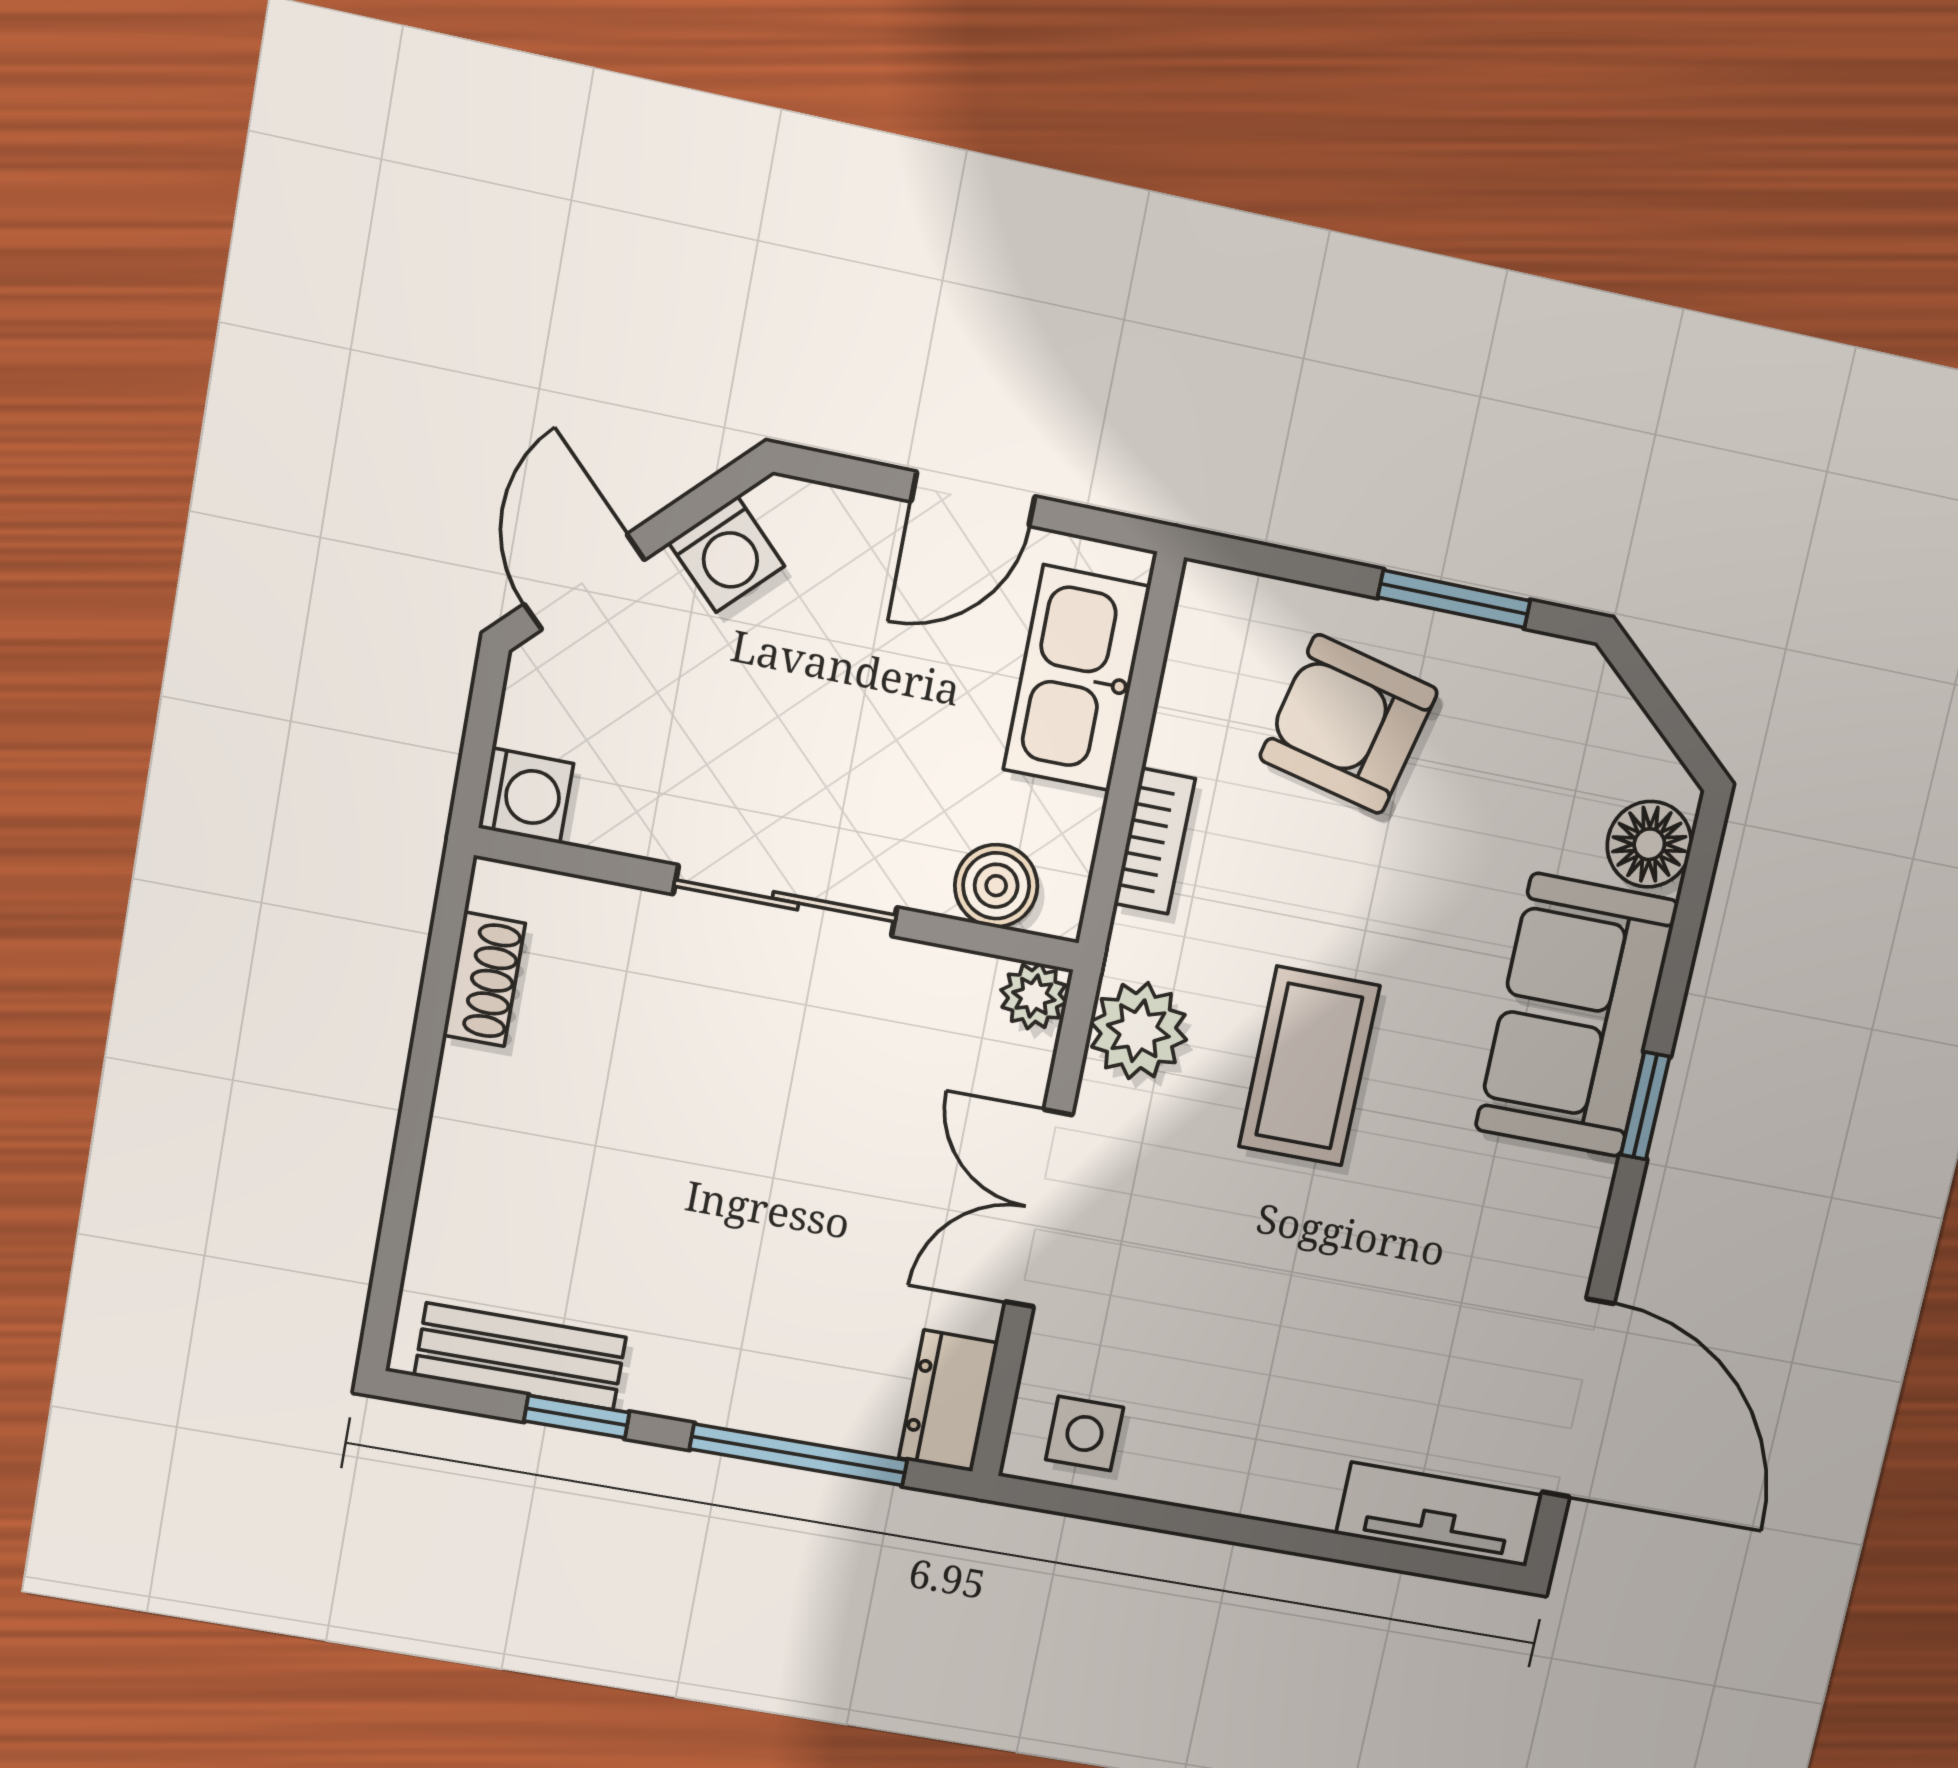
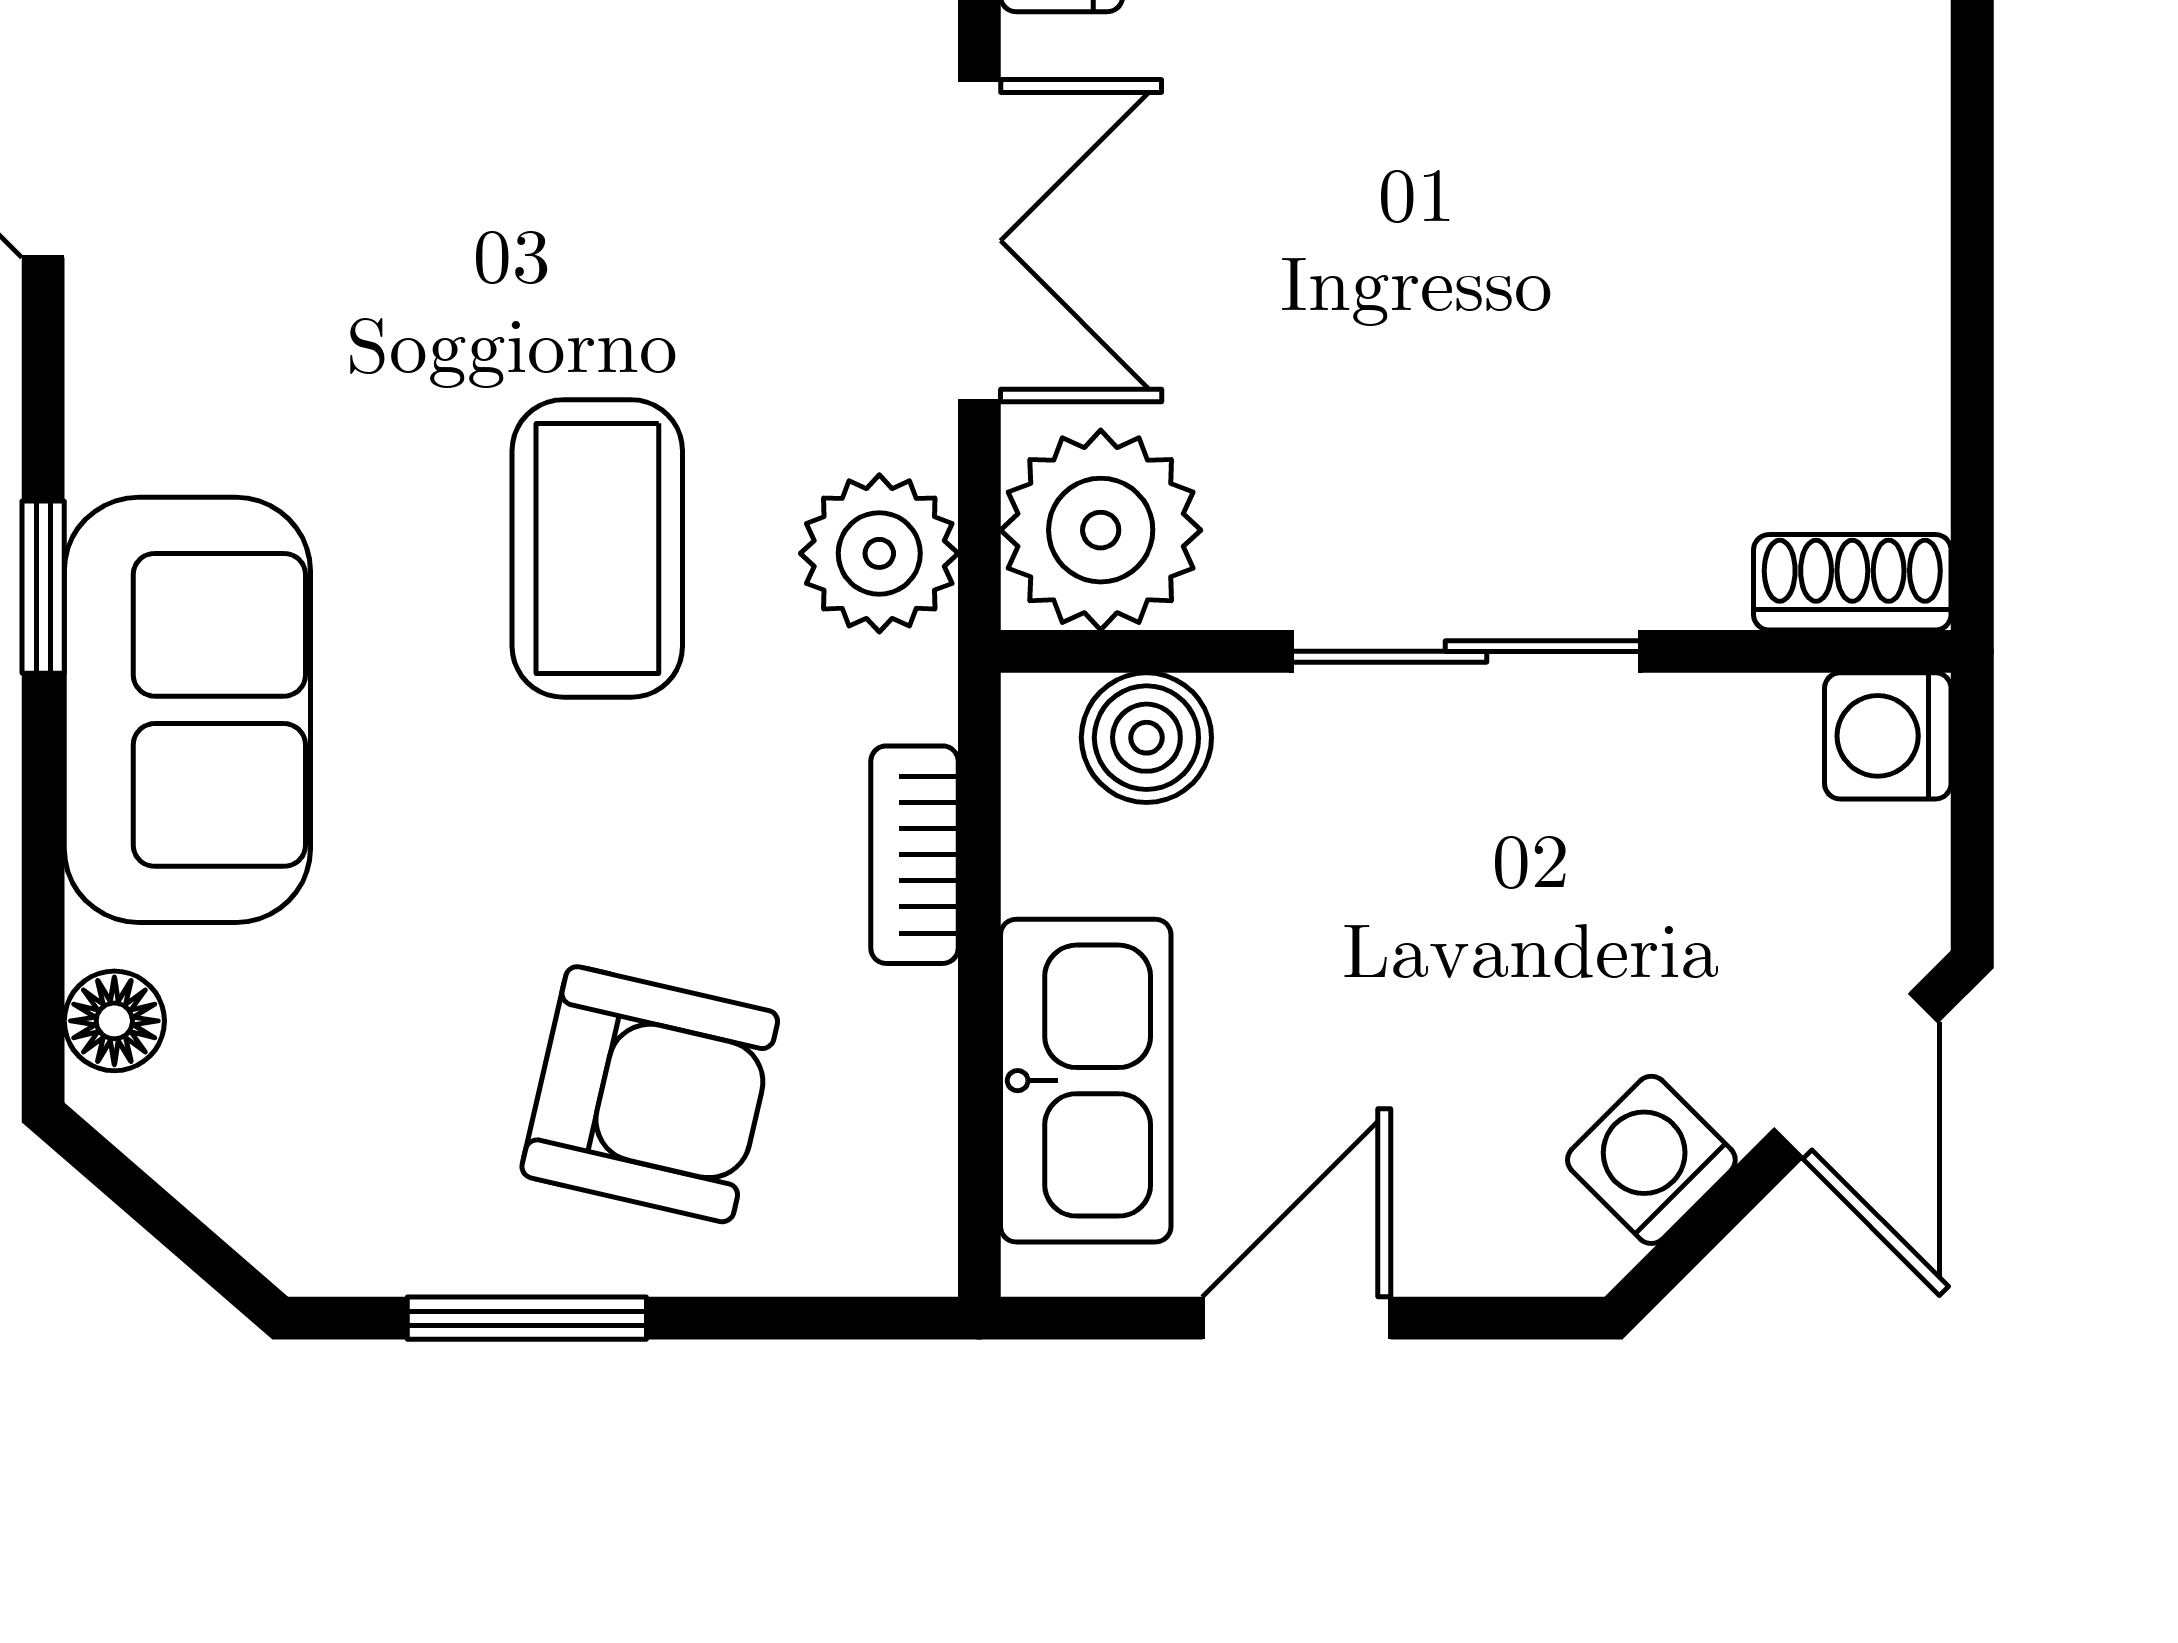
floor lamp: (1649, 844) -> (114, 1021), width x0.73, depth x0.73
shoe rack: (484, 979) -> (1852, 582), moved, turned 90
plant: (1034, 996) -> (1101, 530), width x1.88, depth x1.88

